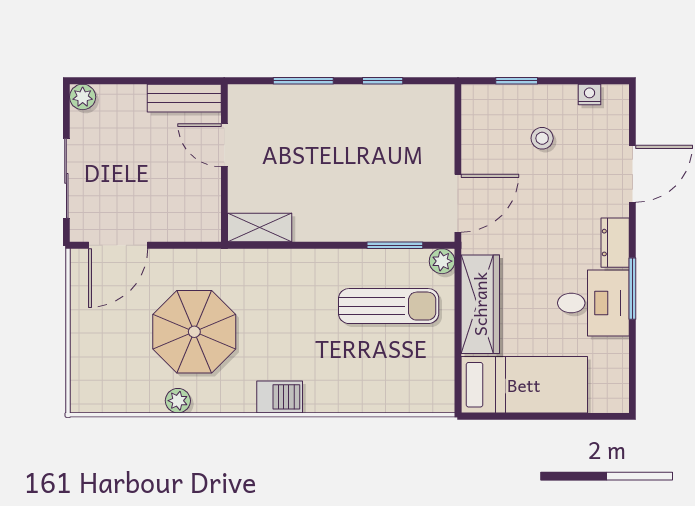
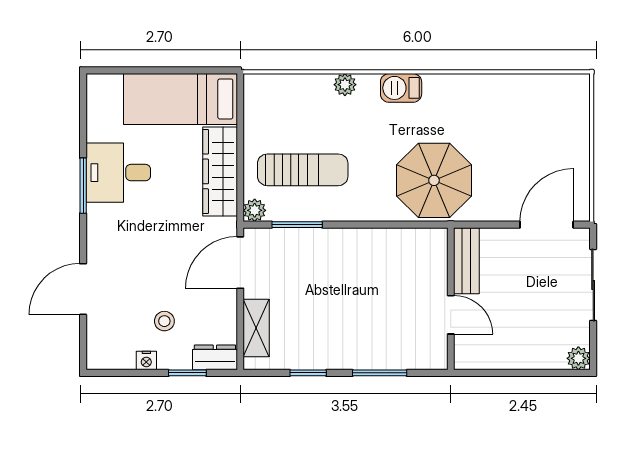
nightstand: (589, 94) -> (146, 361), moved
bench: (184, 98) -> (466, 261), moved, turned 90
shelving: (260, 228) -> (256, 328), moved, turned 90
dresser: (615, 243) -> (215, 357), moved, turned -90
sun lounger: (389, 306) -> (303, 170), turned 180
parasol: (194, 332) -> (434, 180), moved
plant: (178, 401) -> (345, 85), moved

